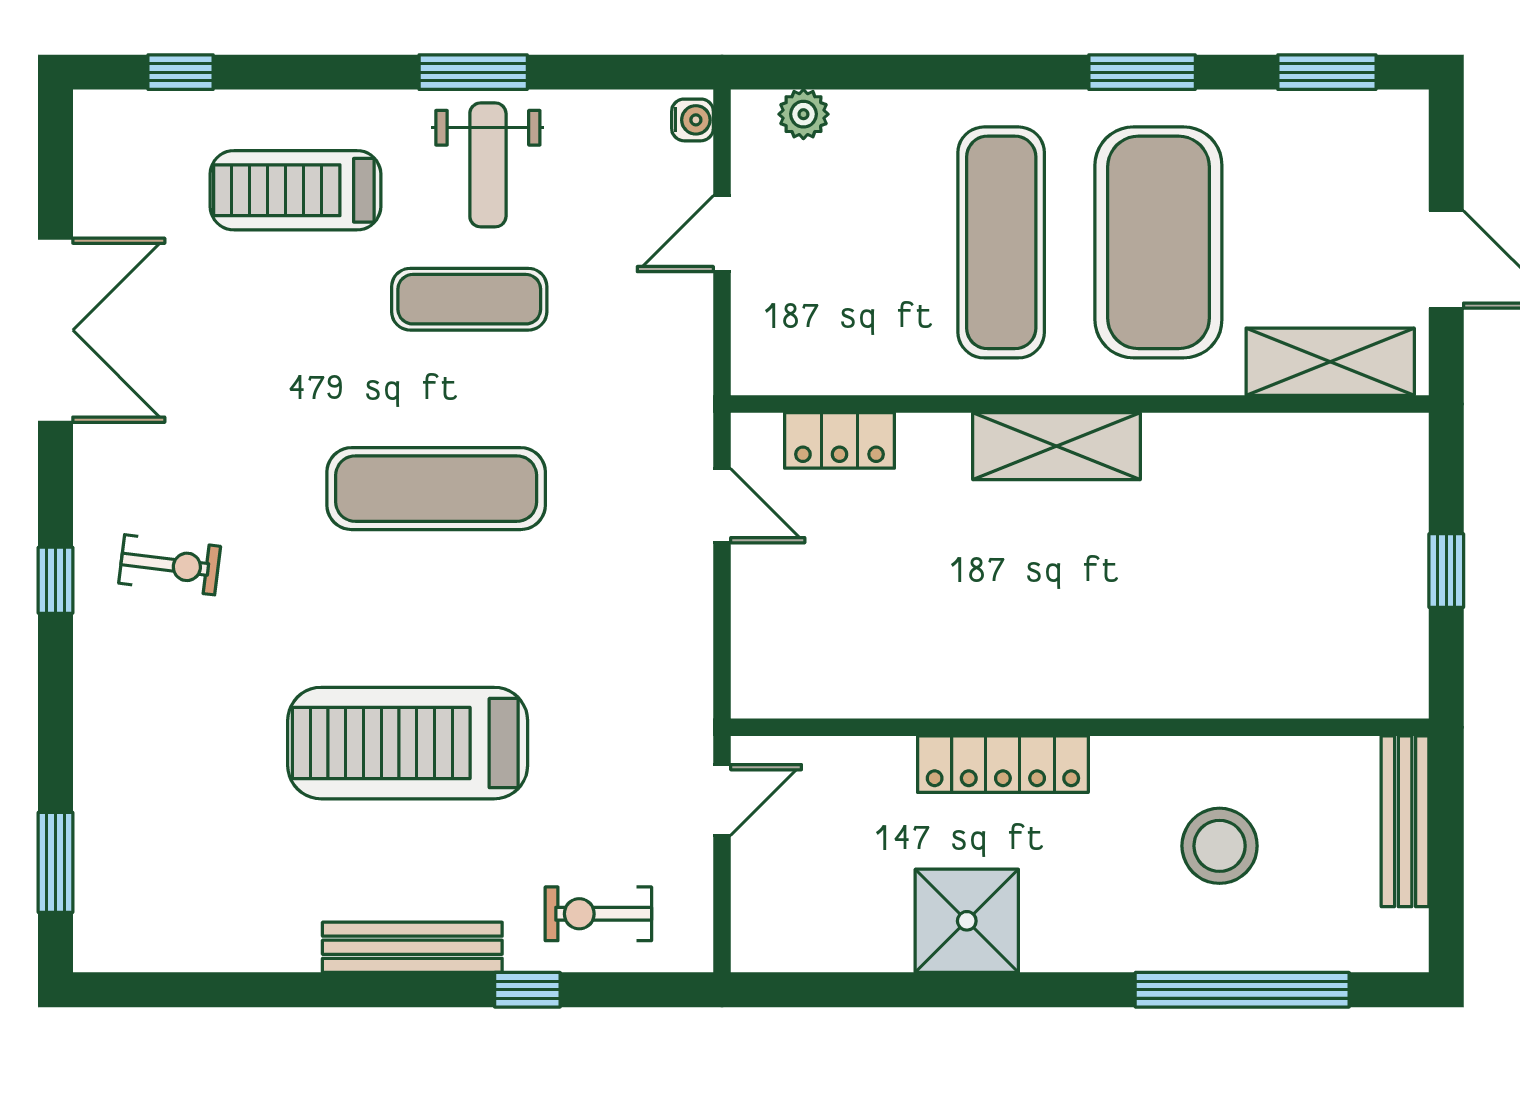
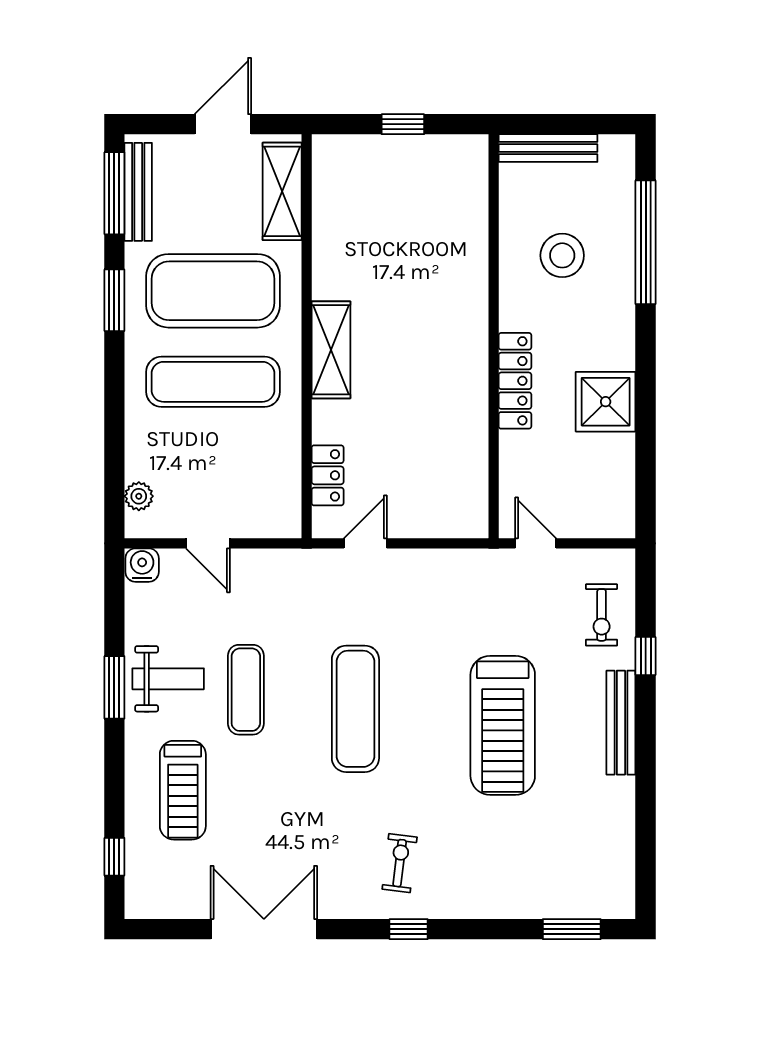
window: (1327, 72) -> (114, 193), width x1.44
bench: (1329, 113) -> (138, 192), added
water cooler: (692, 120) -> (142, 565), width x1.38, depth x1.38

